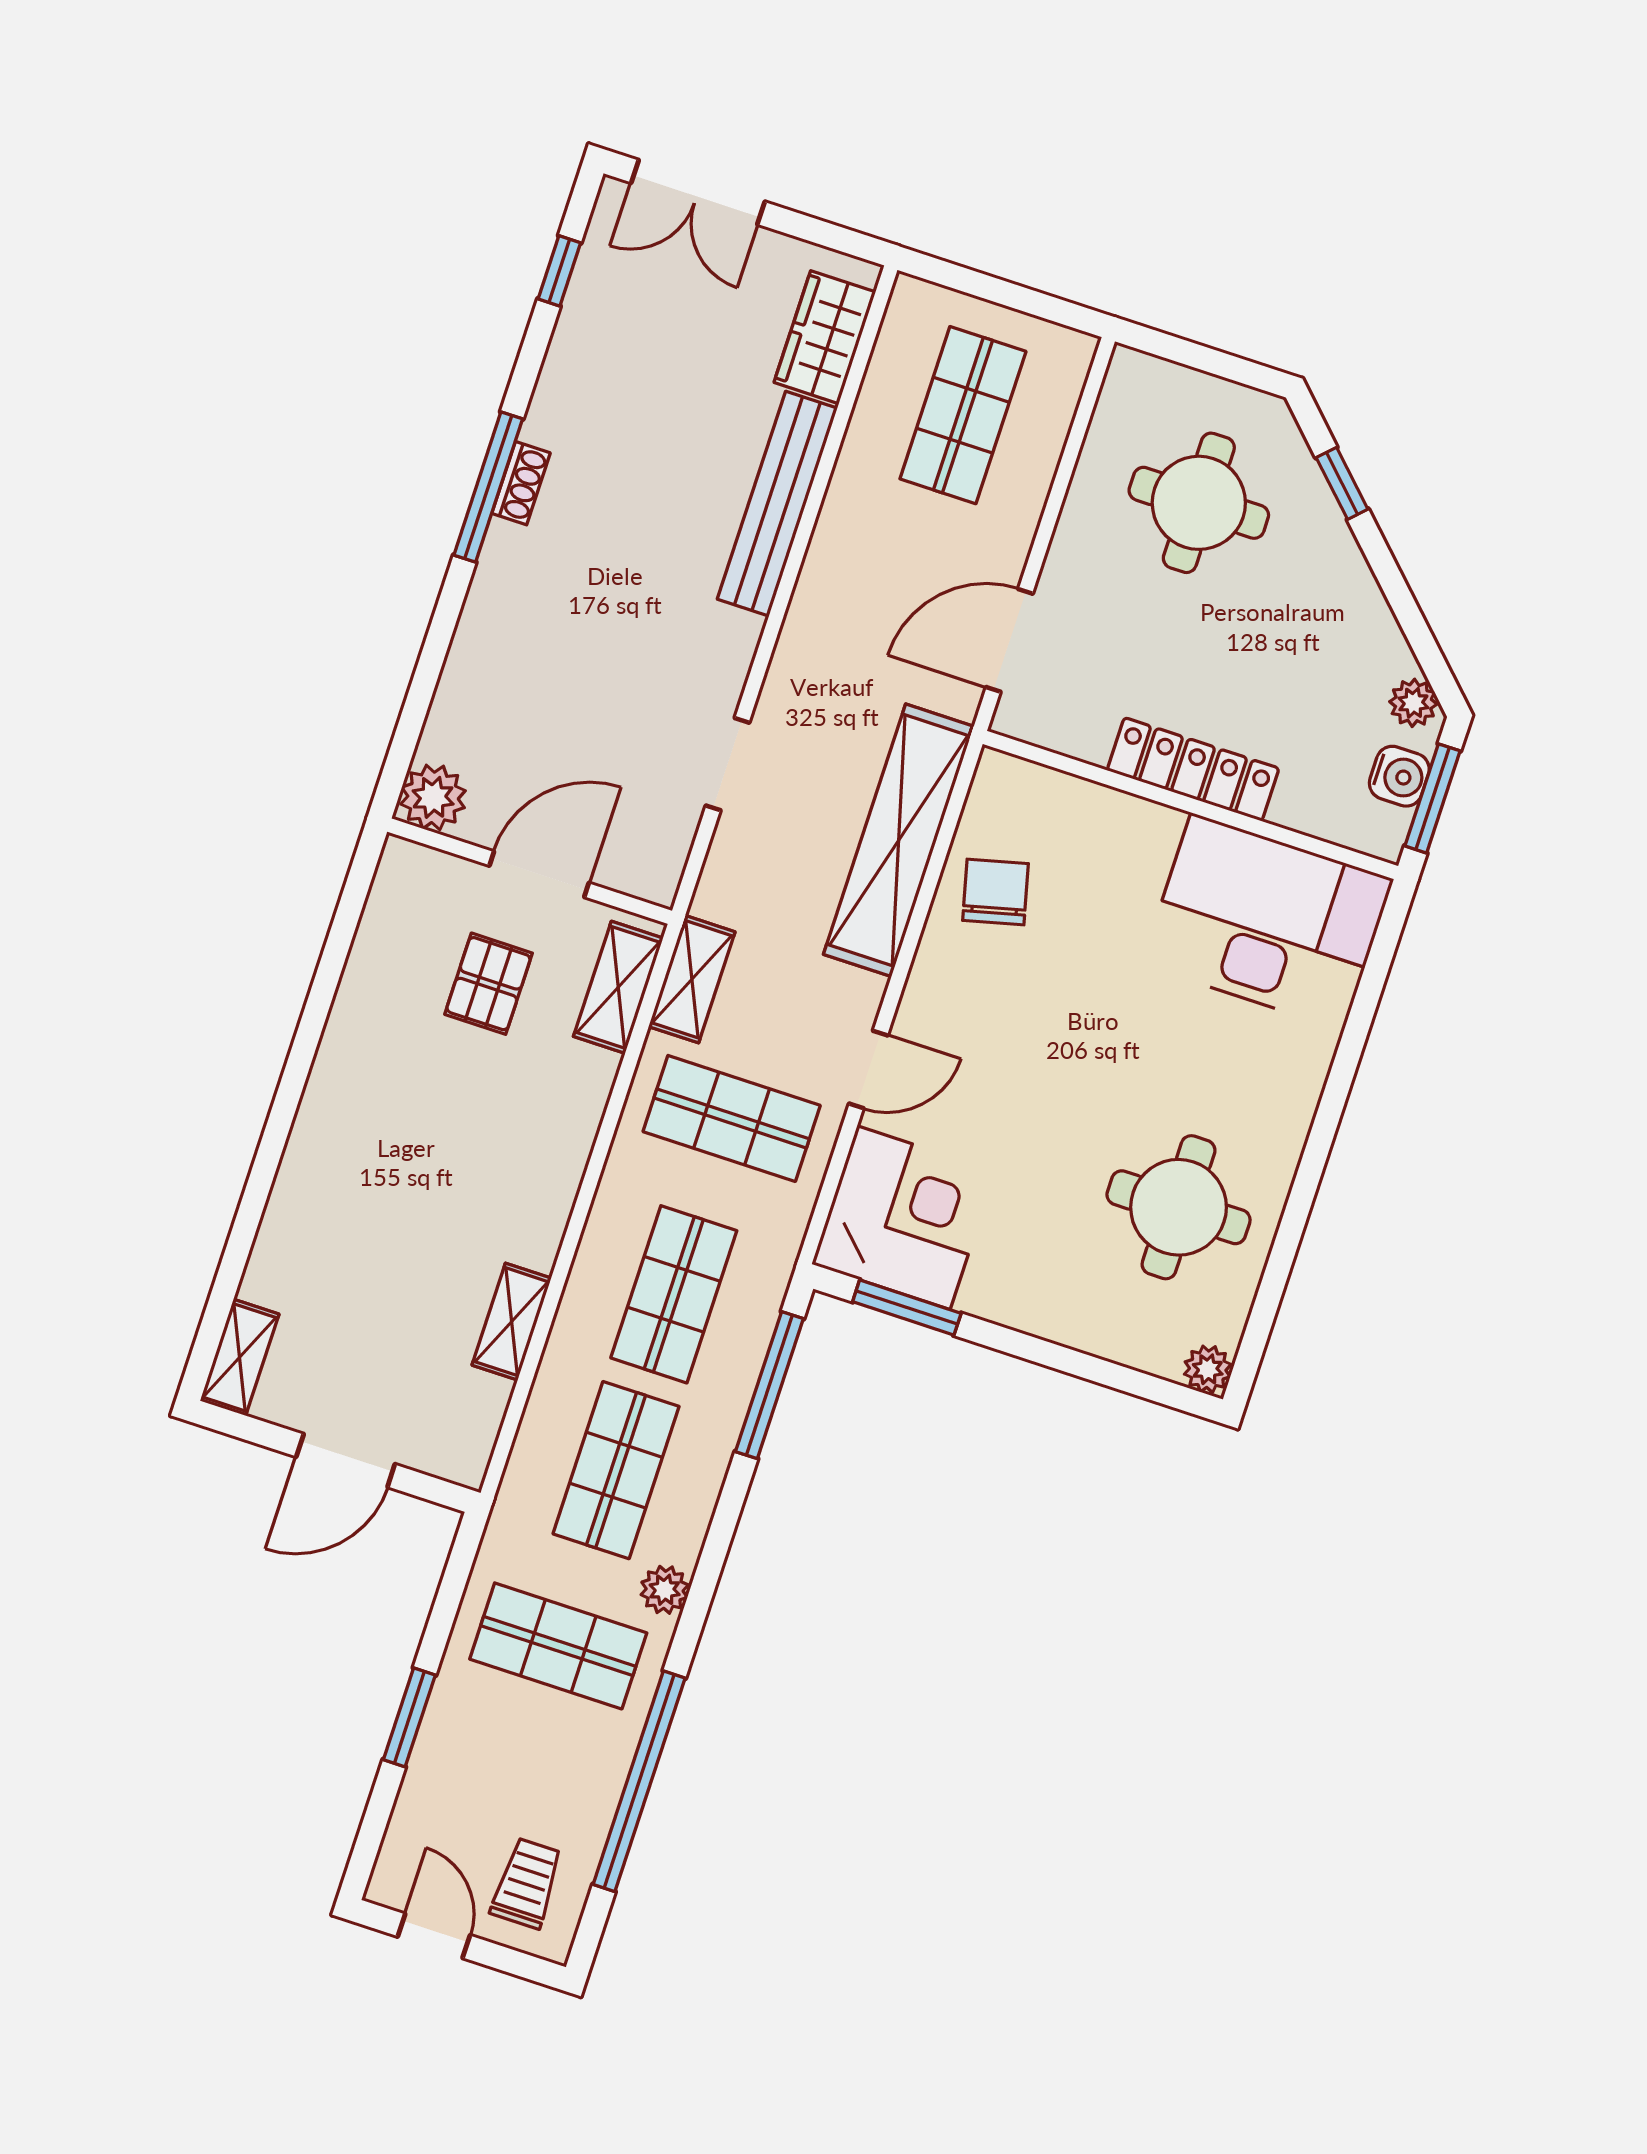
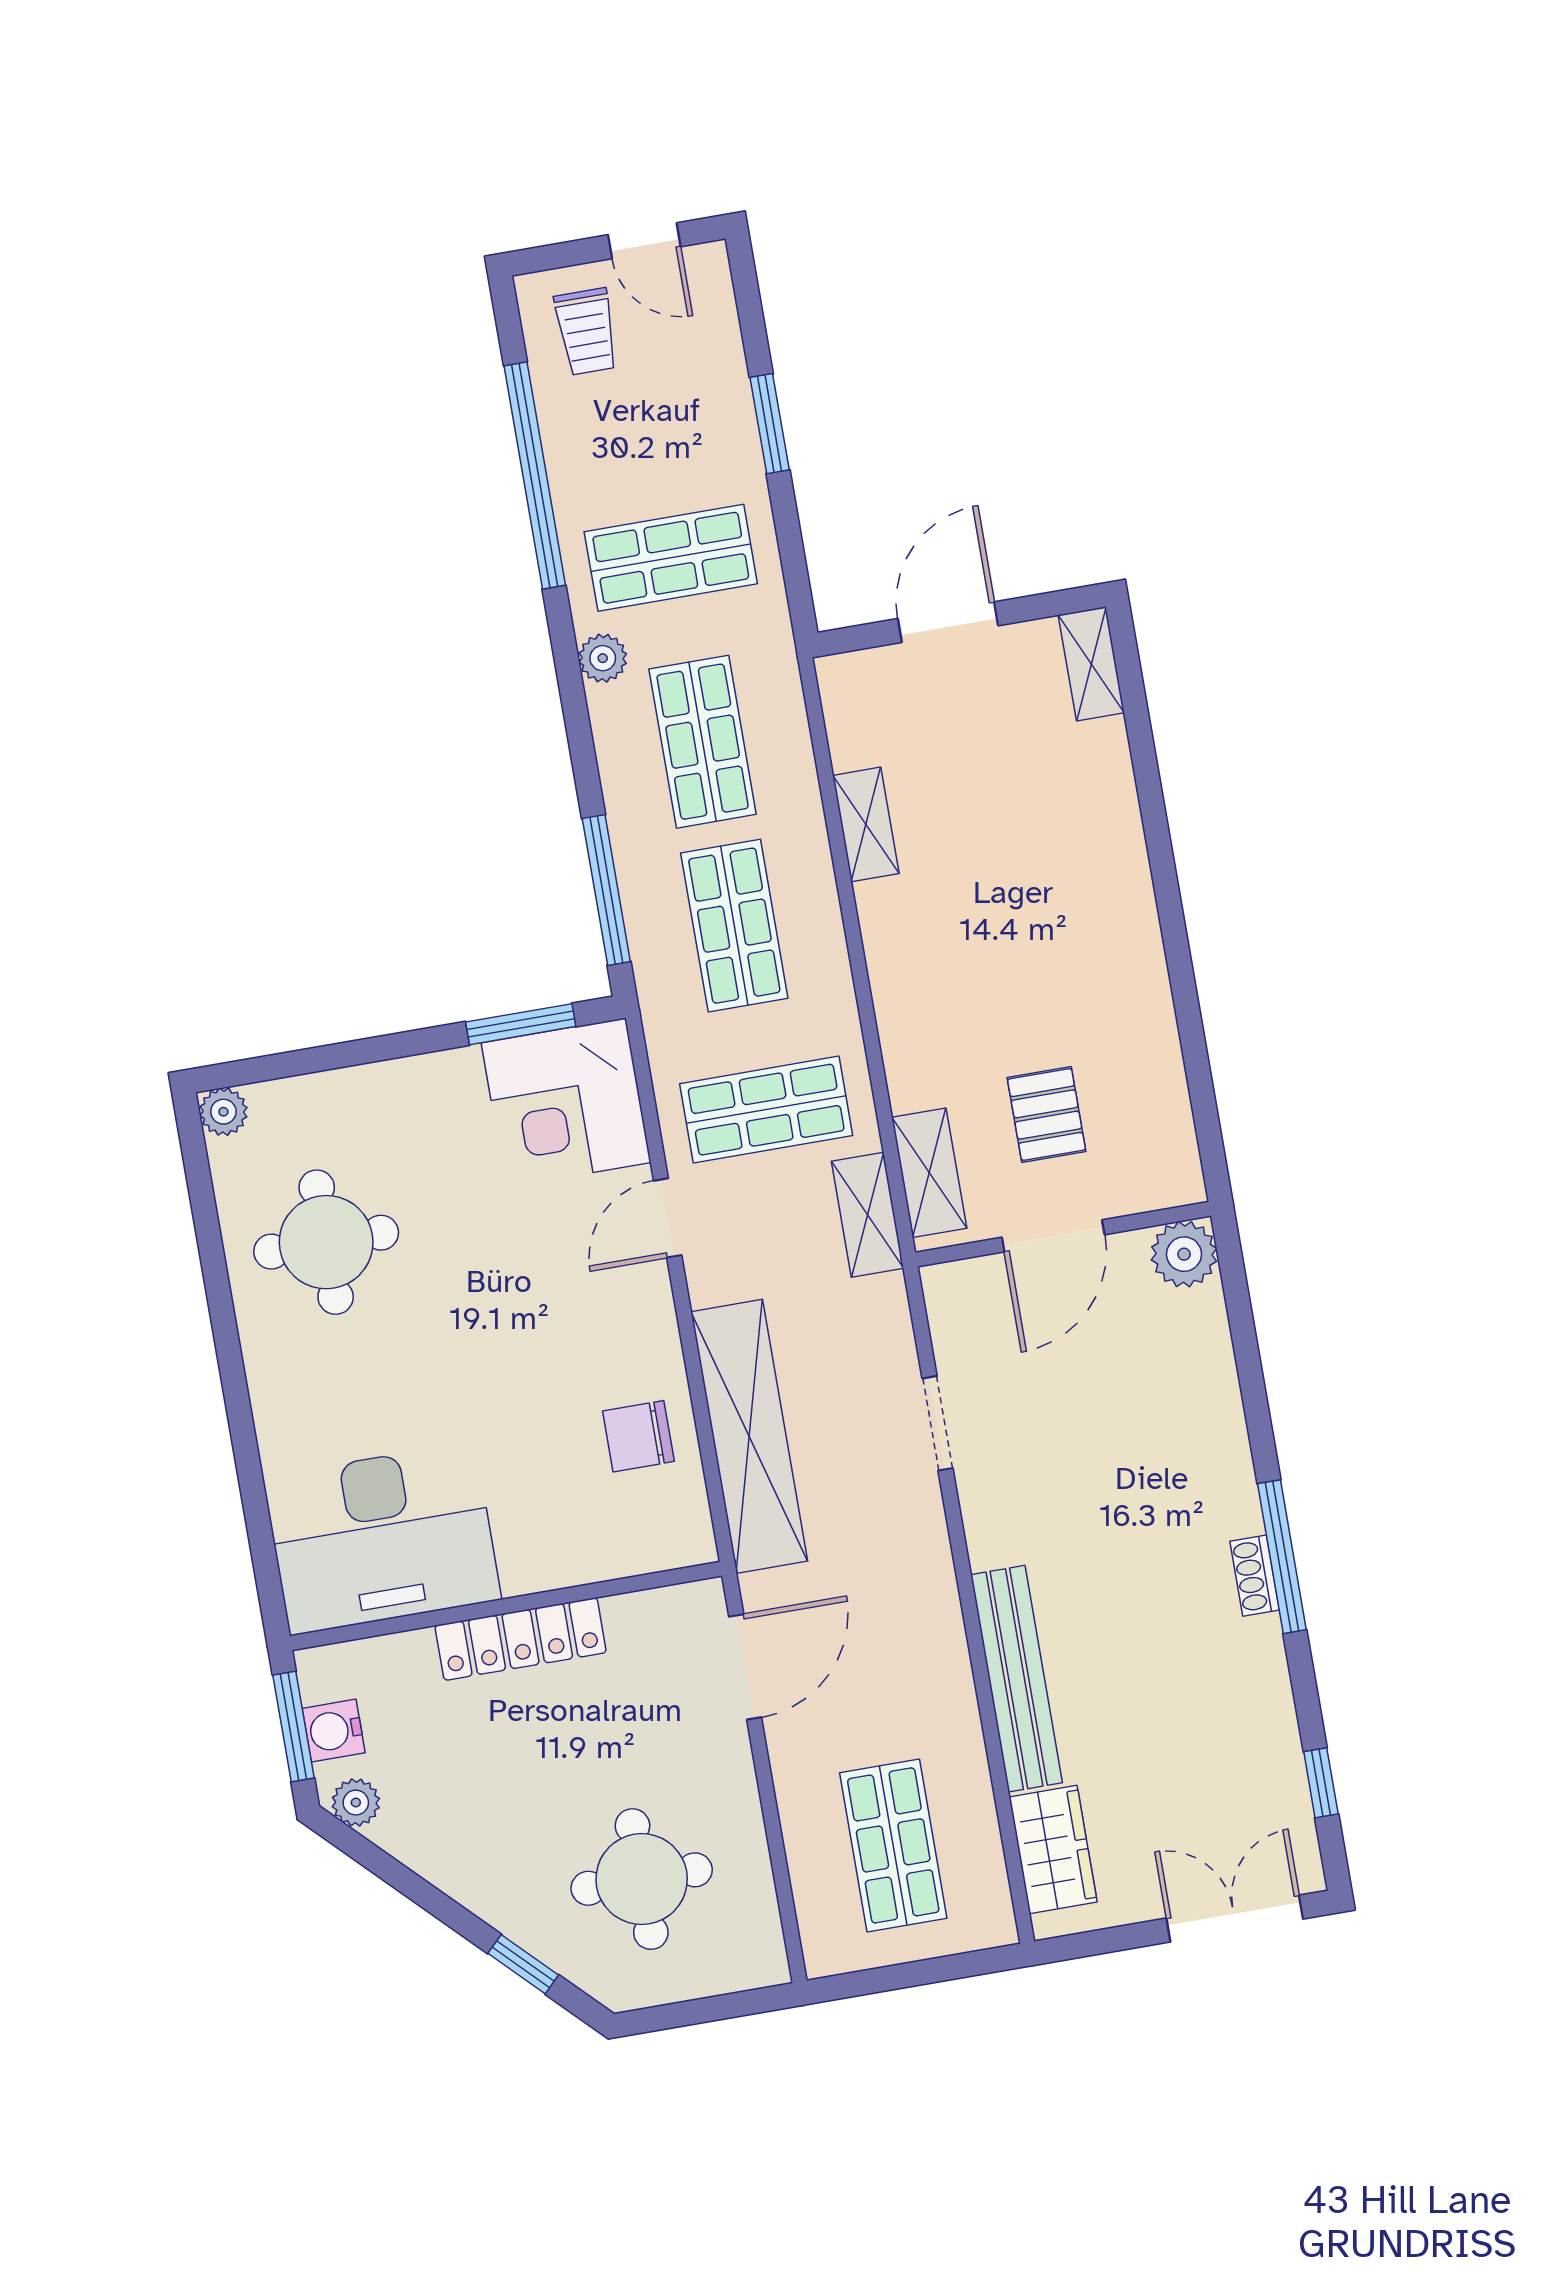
chair: (995, 892) -> (638, 1436), turned 104

